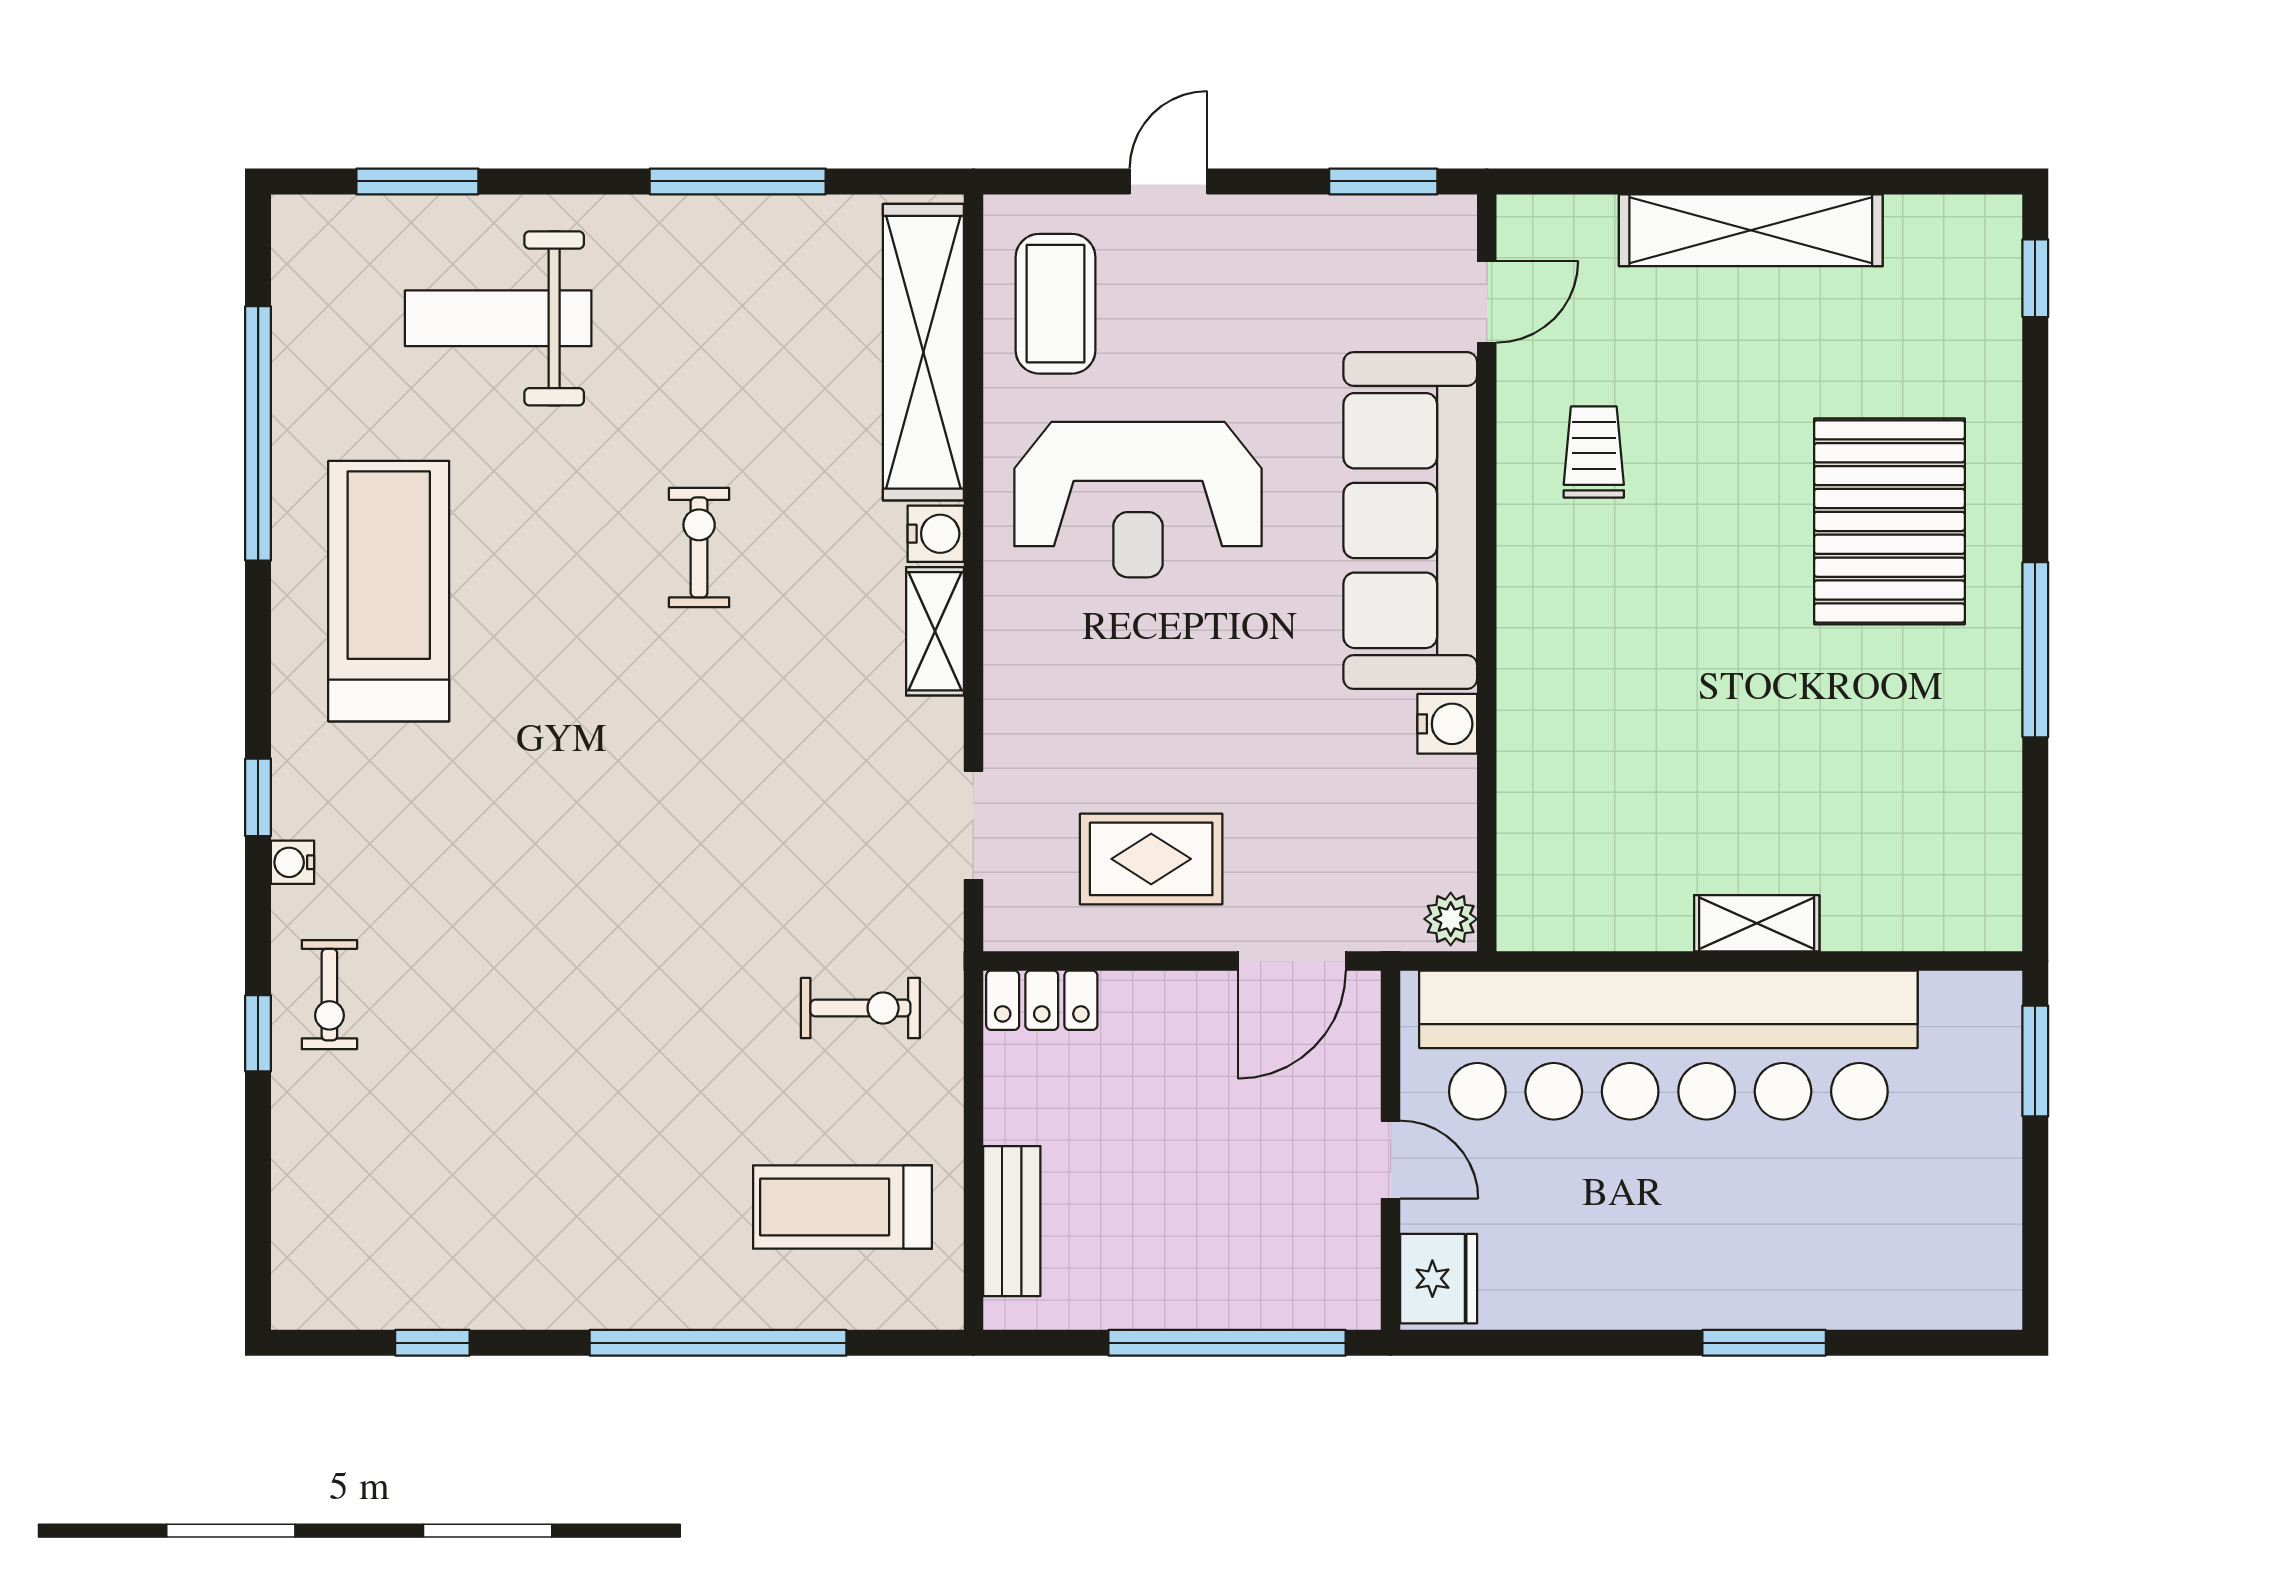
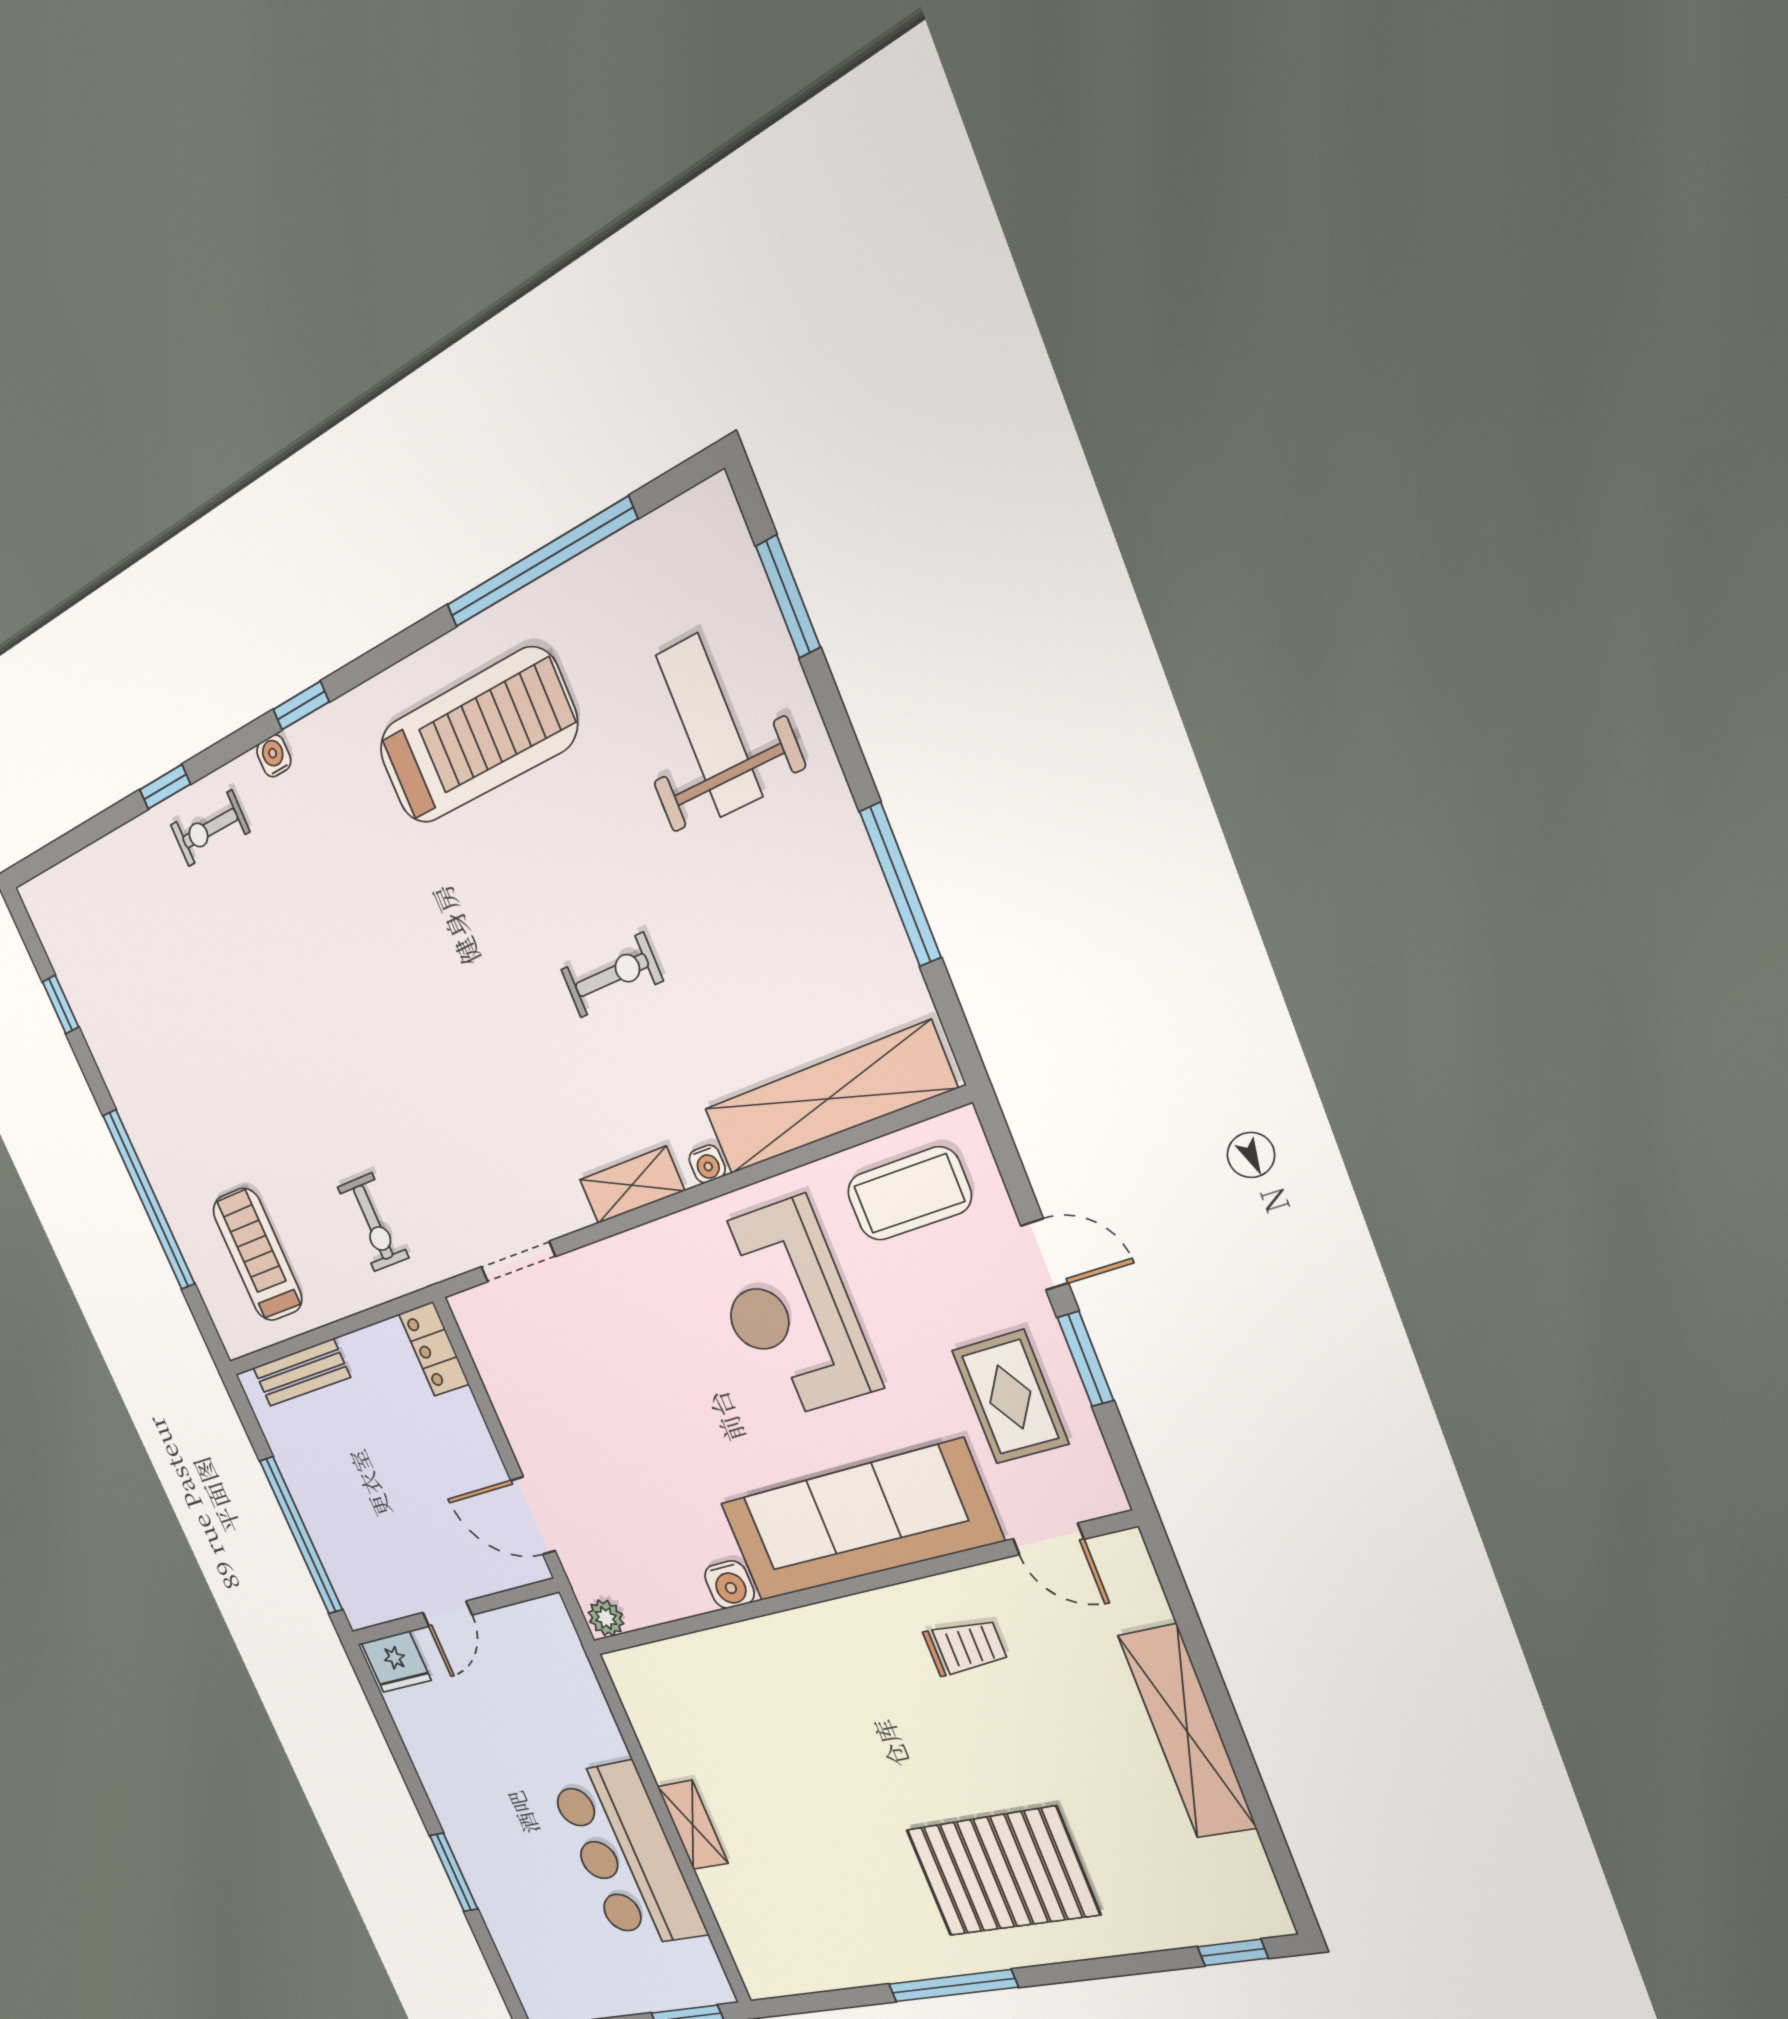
window: (1383, 181) -> (1085, 1359), moved
water cooler: (936, 534) -> (707, 1164), width x0.72, depth x0.72
rug: (1151, 859) -> (1010, 1397), moved
bar counter: (1668, 1045) -> (626, 1855), width x0.54

